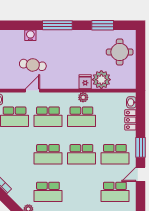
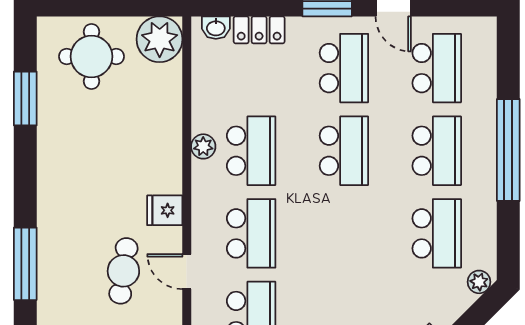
window: (57, 25) -> (25, 264), moved
water cooler: (30, 35) -> (50, 277), removed
plant: (101, 80) -> (160, 39), moved
fridge: (85, 82) -> (165, 210), moved
school desk: (48, 154) -> (437, 151), moved

